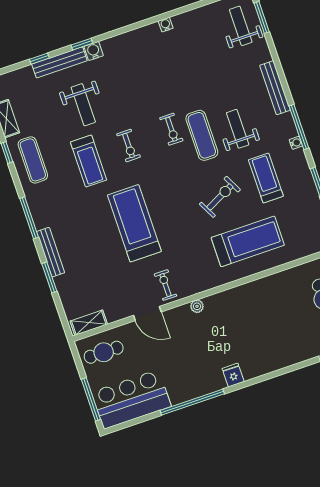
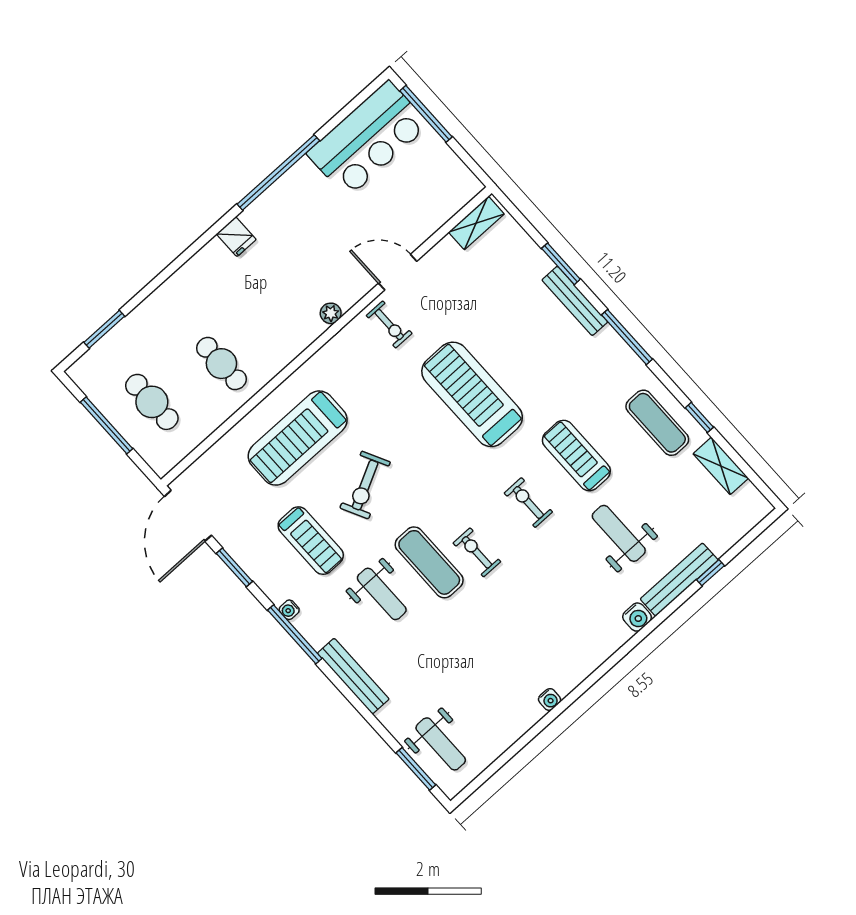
window: (82, 44) -> (658, 620), removed
treadmill: (134, 223) -> (472, 394), turned 180
cafe table: (104, 352) -> (221, 364), moved, turned 90

